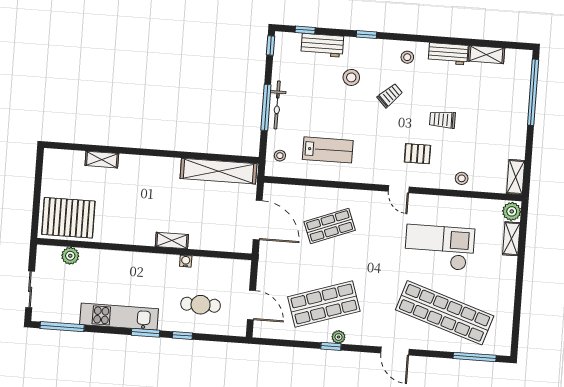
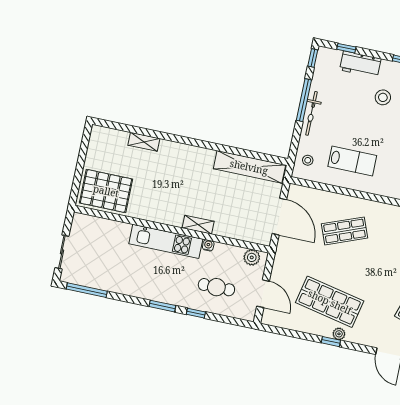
window: (266, 107) -> (304, 100), moved
plant: (70, 256) -> (252, 257), moved
shop shelf: (324, 304) -> (330, 302), turned 30
kitchen unit: (119, 317) -> (166, 241), moved, turned 180

